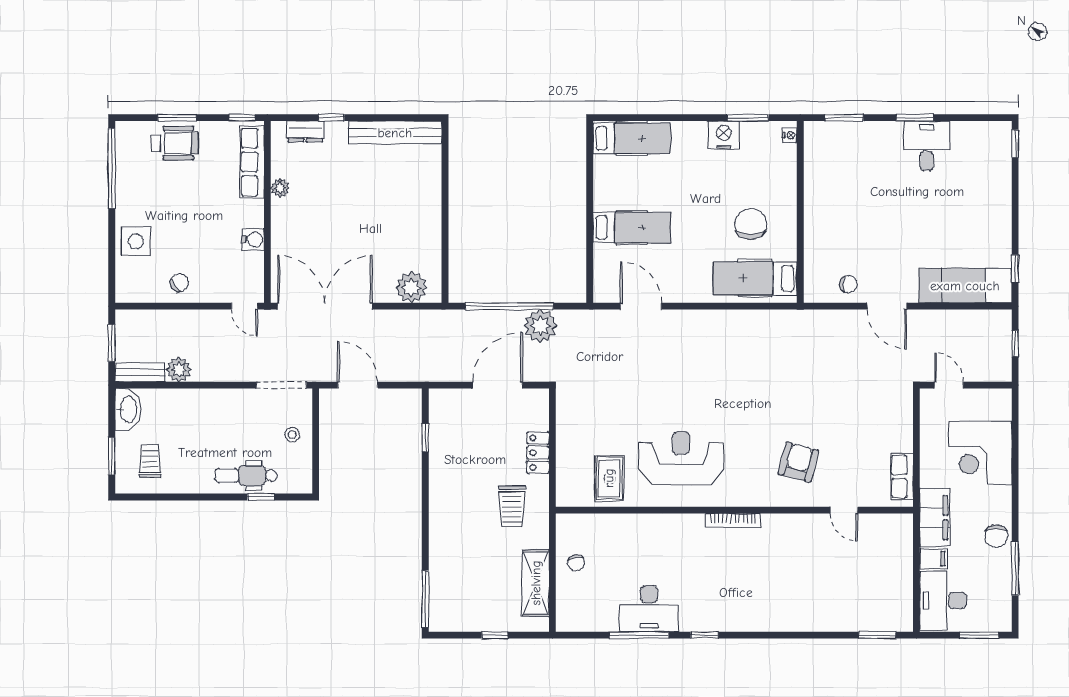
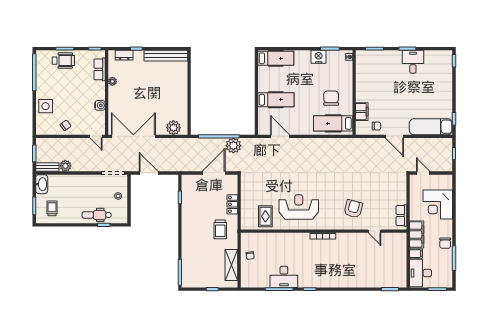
row of seats: (252, 162) -> (100, 69), width x0.68
filing cabinet: (817, 253) -> (362, 112), added

